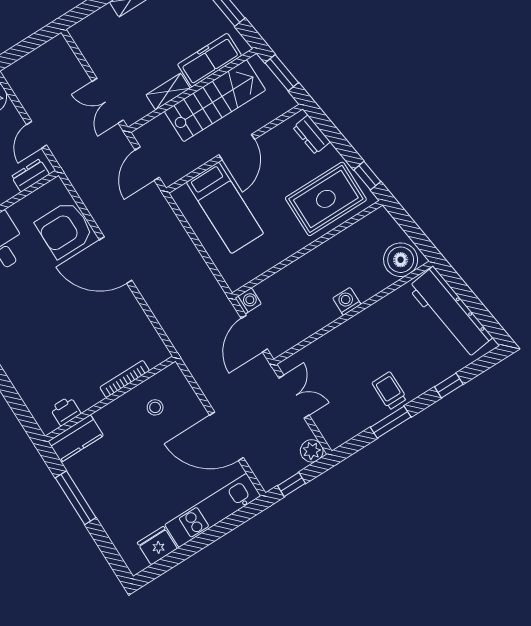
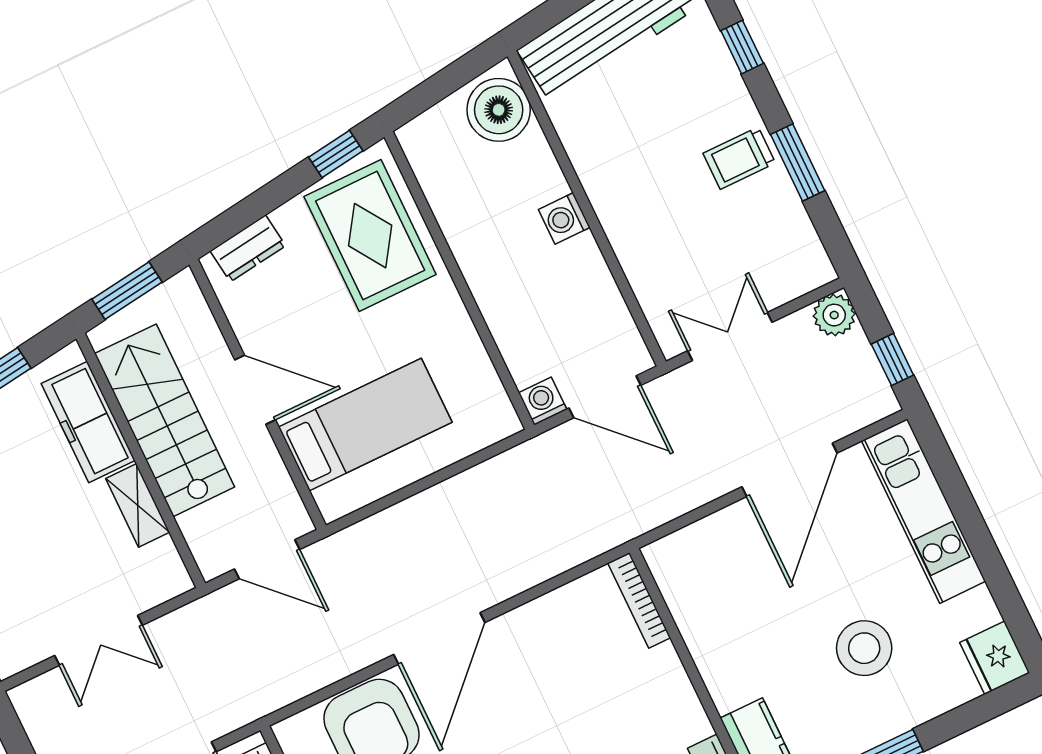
double door: (108, 101) -> (98, 640), moved
bookcase: (125, 379) -> (639, 600), moved
stool: (155, 407) -> (864, 648), moved, width x1.89, depth x1.89
fridge: (157, 546) -> (995, 658), moved

